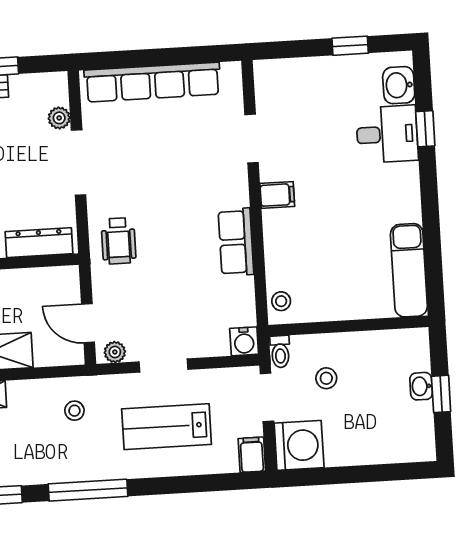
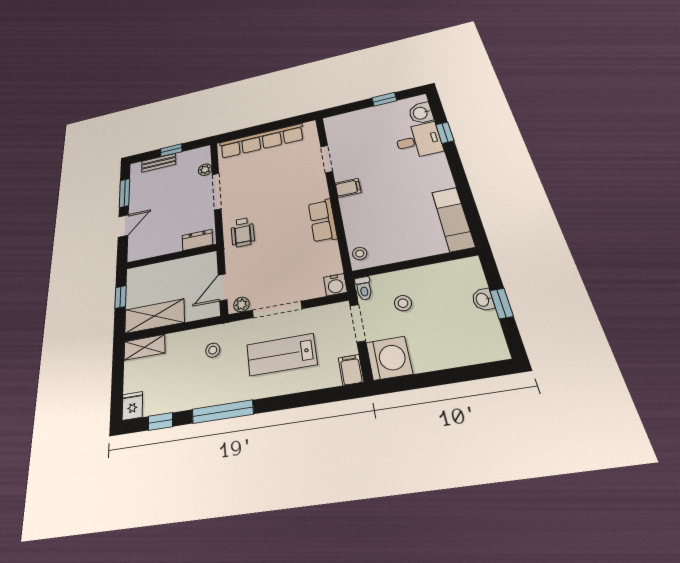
dresser: (39, 243) -> (197, 240), width x0.70
door: (88, 323) -> (223, 287), hinge flipped
doorway: (163, 366) -> (277, 310), width x1.38

